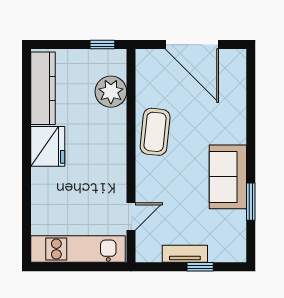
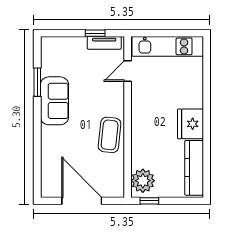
plant: (111, 92) -> (143, 181), moved
tv unit: (185, 254) -> (104, 43), moved
window: (200, 267) -> (95, 33), moved

